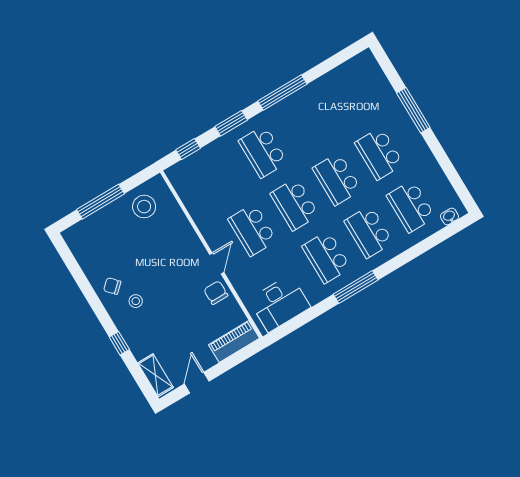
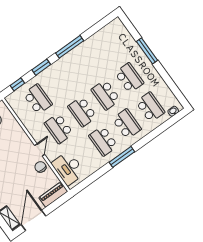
school desk: (263, 152) -> (38, 99), moved, turned 180
school desk: (379, 154) -> (129, 78), turned 180
school desk: (411, 206) -> (150, 107), turned 180
school desk: (369, 232) -> (127, 124), turned 180
desk: (280, 303) -> (68, 168), moved, turned 90
door: (197, 383) -> (34, 220), width x1.88

